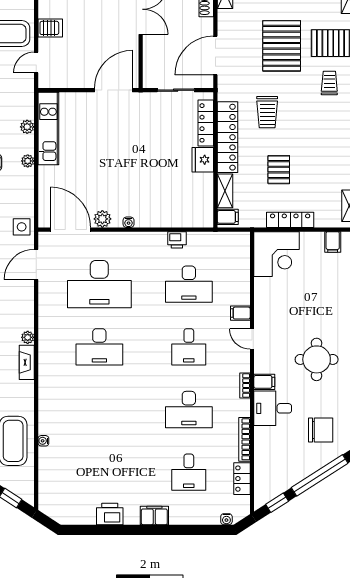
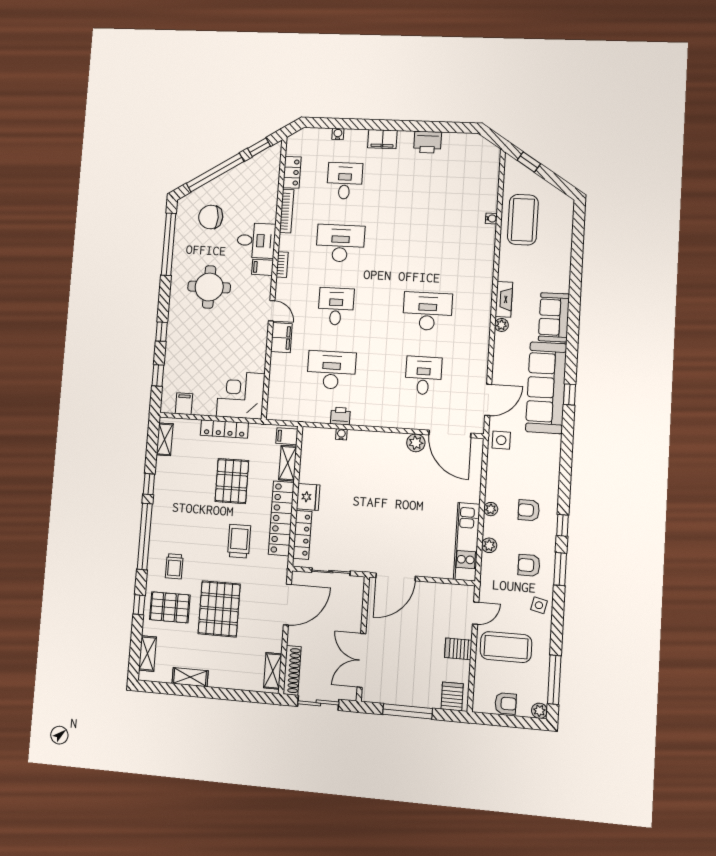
pallet: (279, 170) -> (232, 481), width x1.50, depth x1.42
water cooler: (129, 222) -> (341, 434), moved
desk: (99, 284) -> (423, 376), width x0.53, depth x0.77
filing cabinet: (240, 313) -> (281, 338), width x2.00
water cooler: (226, 519) -> (338, 134), moved

